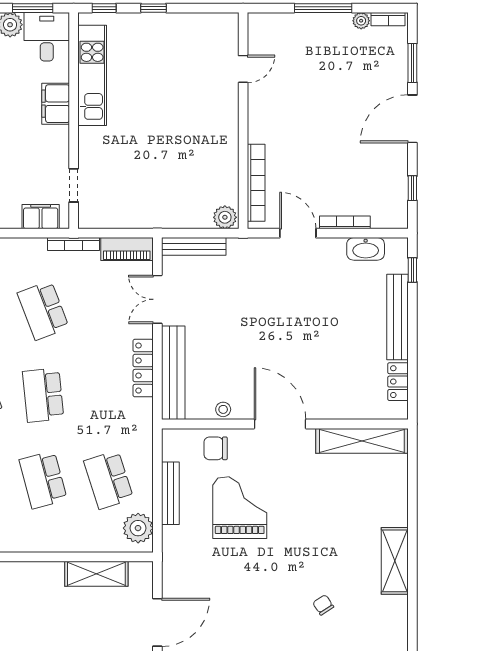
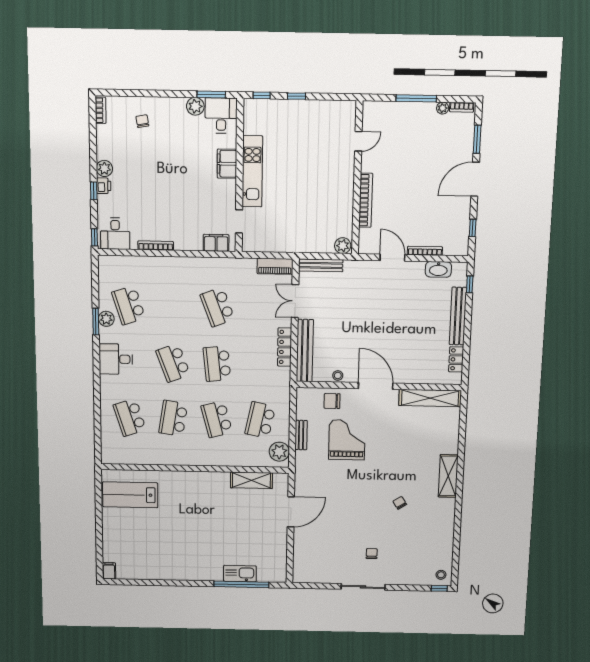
kitchen unit: (92, 75) -> (252, 171), moved
bookcase: (256, 183) -> (366, 200), moved
bookcase: (73, 244) -> (238, 262), removed
school desk: (109, 480) -> (260, 420), turned 30
bench: (170, 493) -> (301, 435), width x0.73

